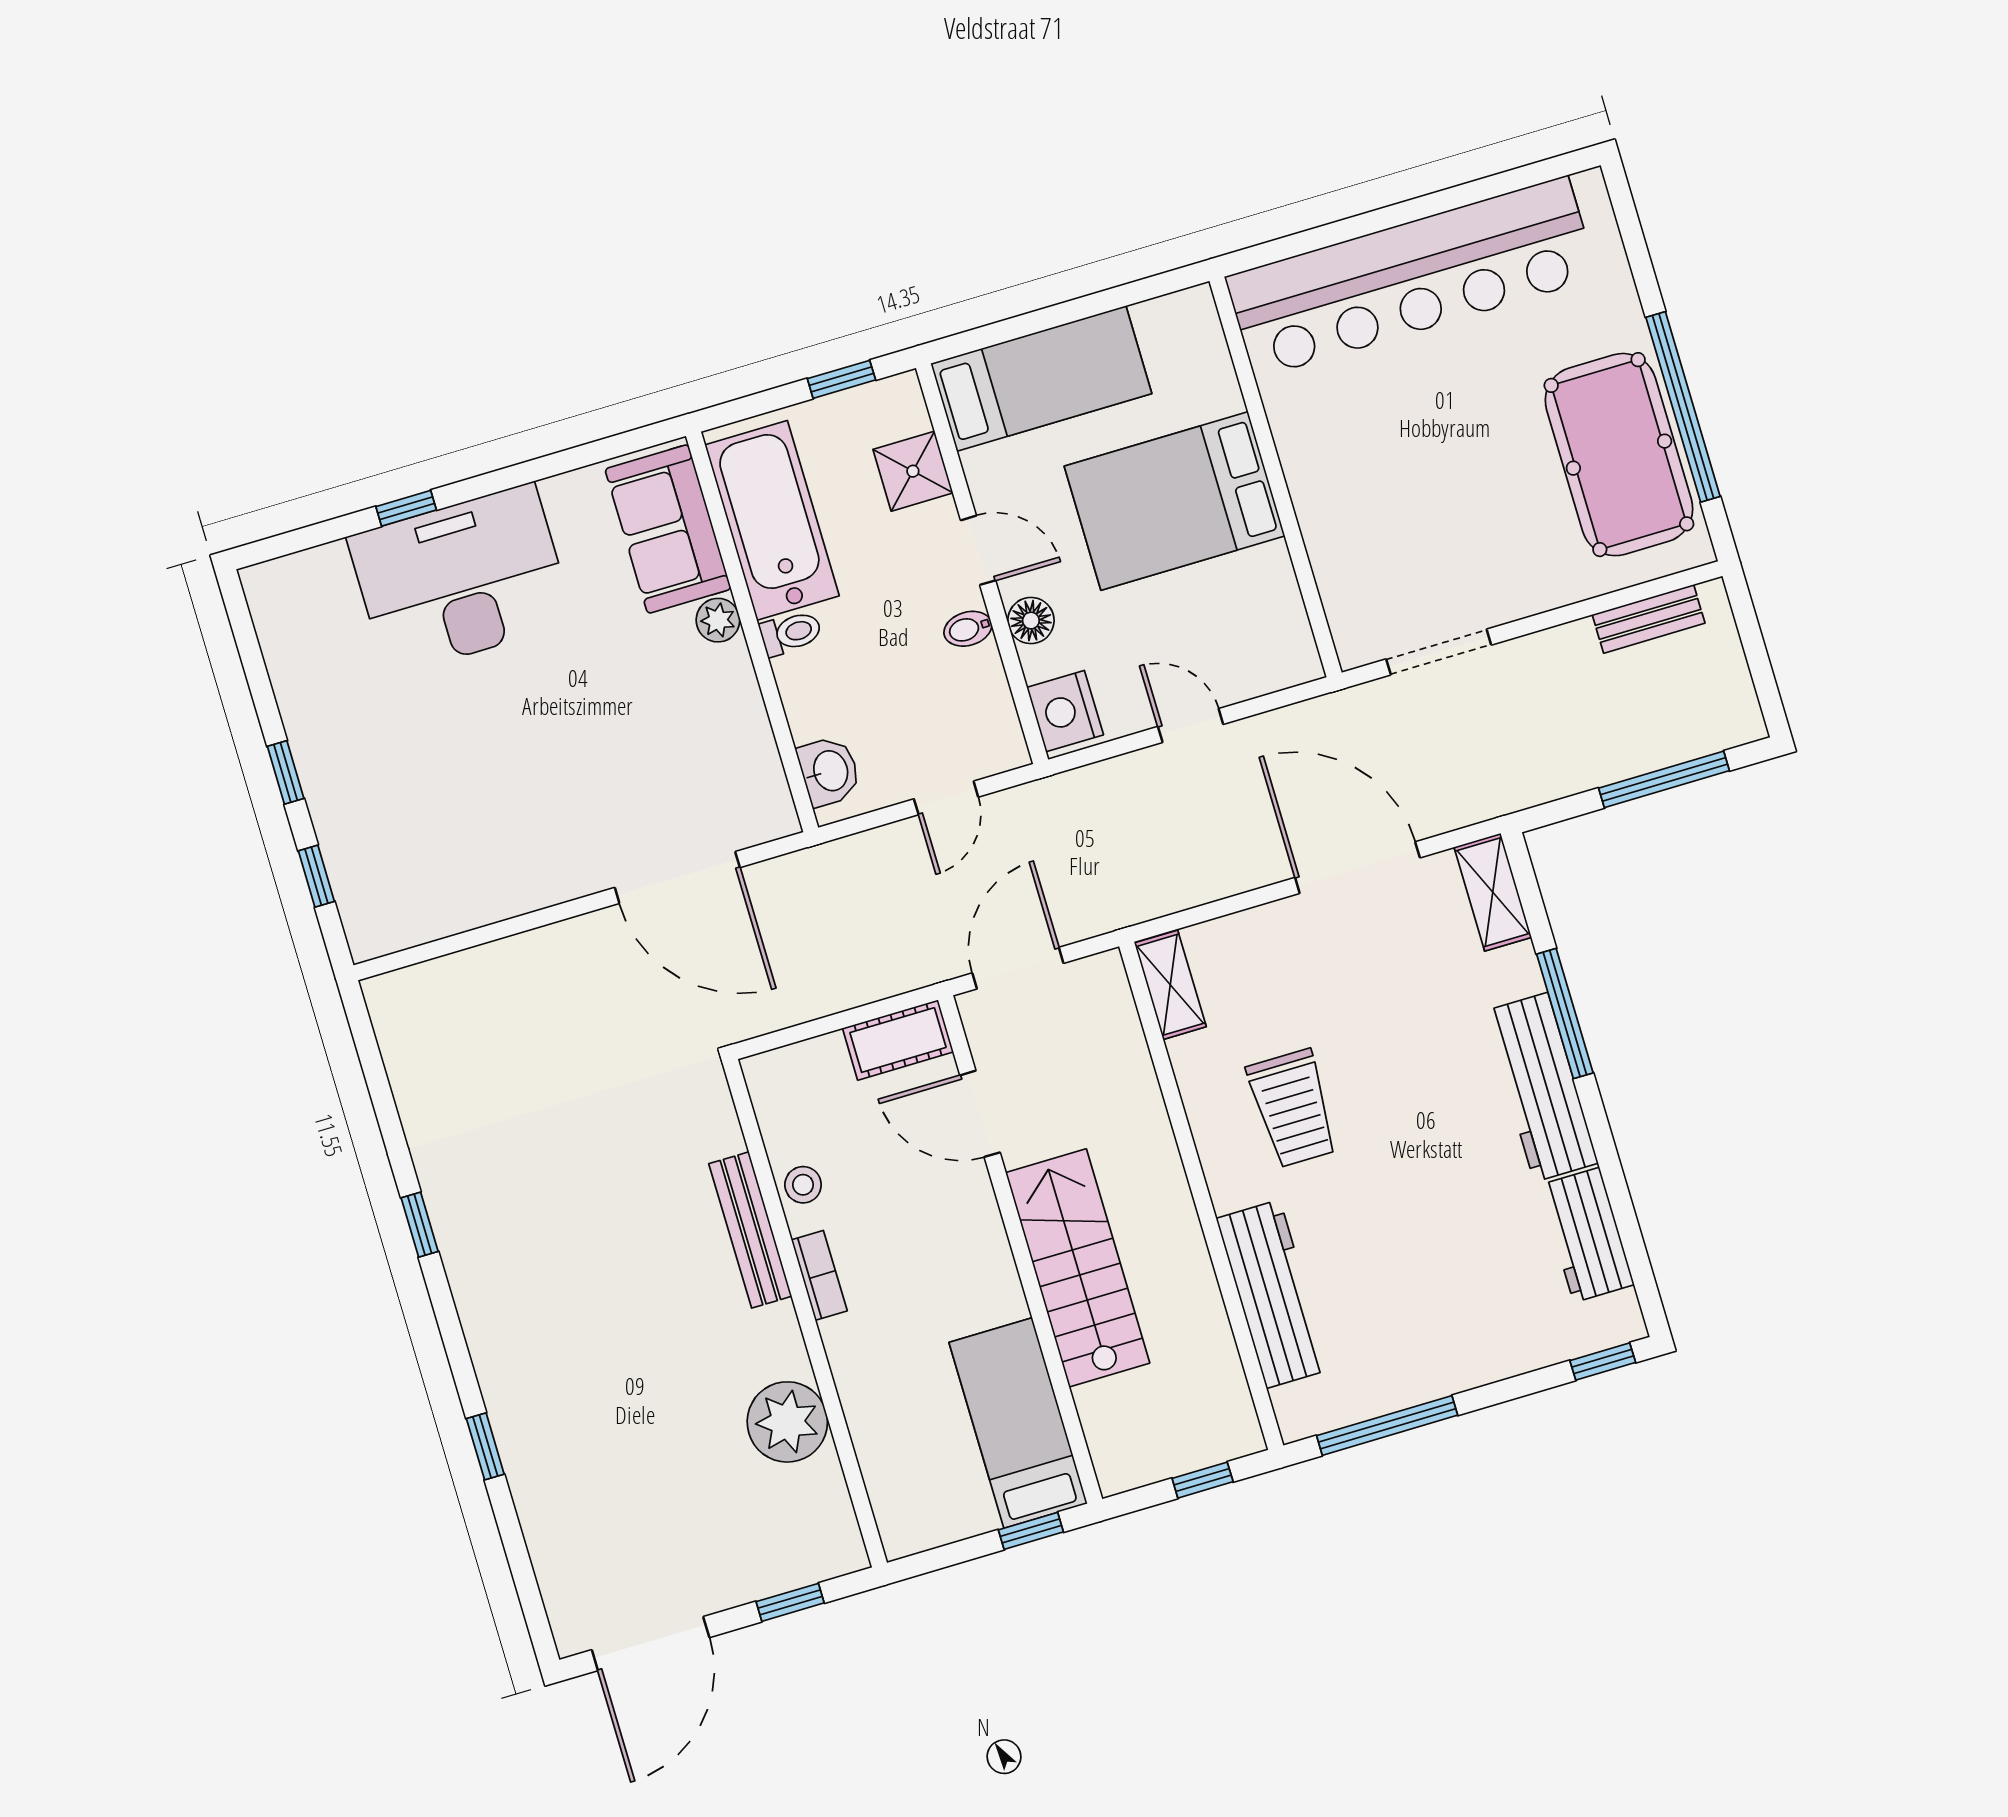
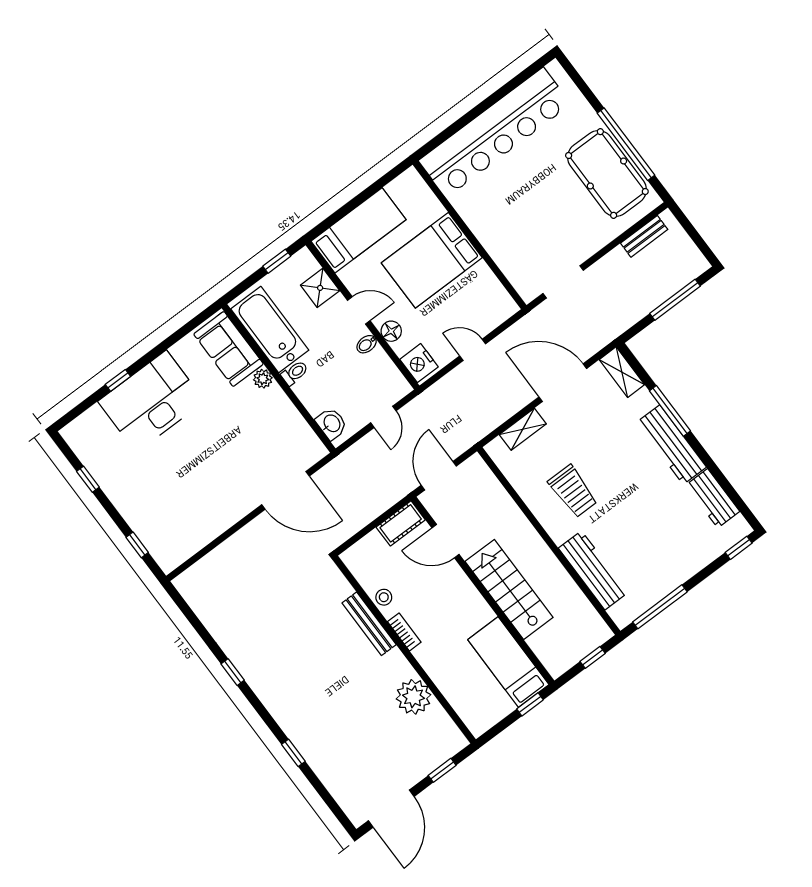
window: (286, 772) -> (88, 479), moved
shelving: (1170, 985) -> (523, 429), moved, turned 90

